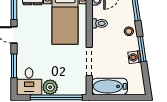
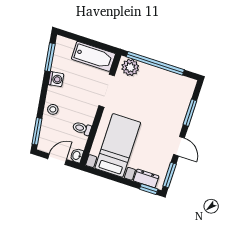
window: (142, 49) -> (50, 57), moved
desk: (29, 81) -> (179, 90), removed
plant: (50, 87) -> (130, 67), moved

